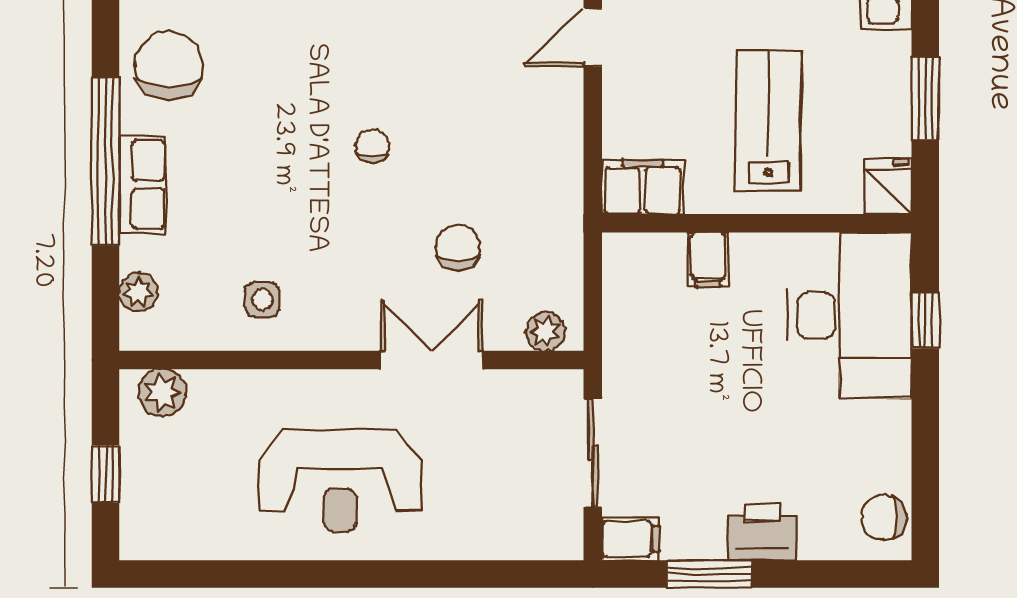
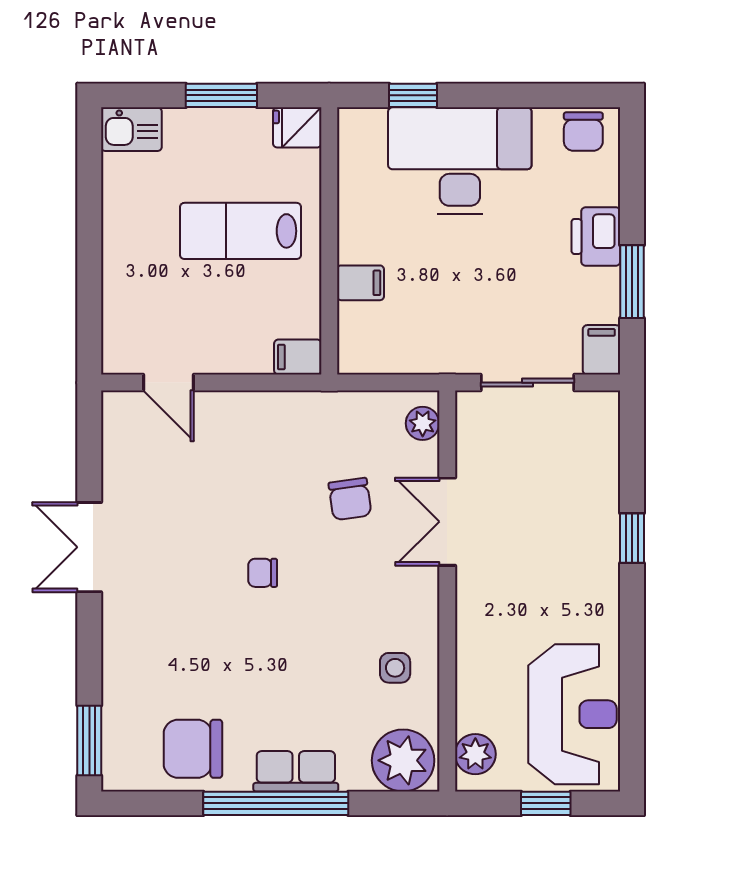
filing cabinet: (643, 187) -> (298, 357), width x0.50
chair: (458, 247) -> (350, 499), turned -98
plant: (138, 292) -> (403, 760), width x1.88, depth x1.88
desk: (850, 315) -> (460, 161), moved
reception desk: (340, 481) -> (572, 714), moved
window: (413, 574) -> (632, 538), added

